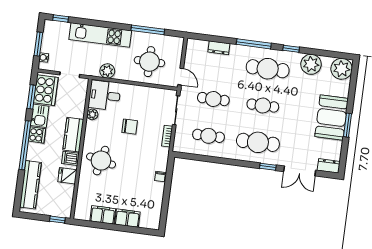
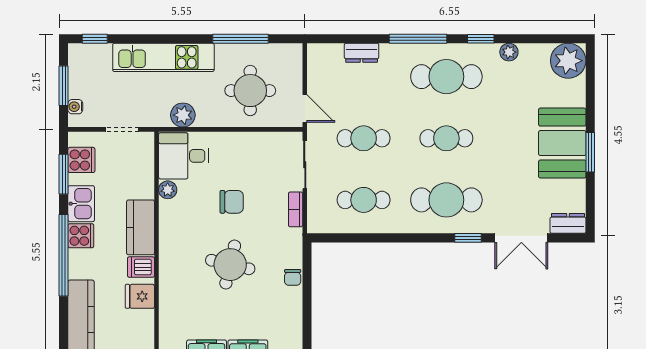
plant: (311, 64) -> (509, 52), width x0.53, depth x0.53
cooker: (46, 90) -> (81, 160), width x0.53, depth x0.76
round table: (101, 161) -> (230, 265), moved

